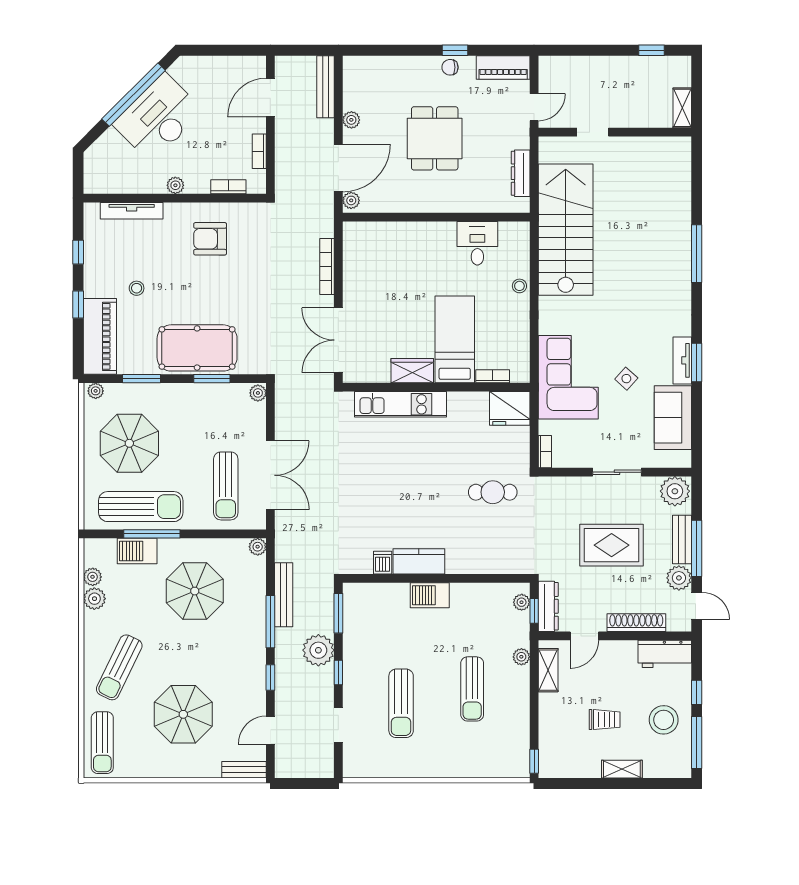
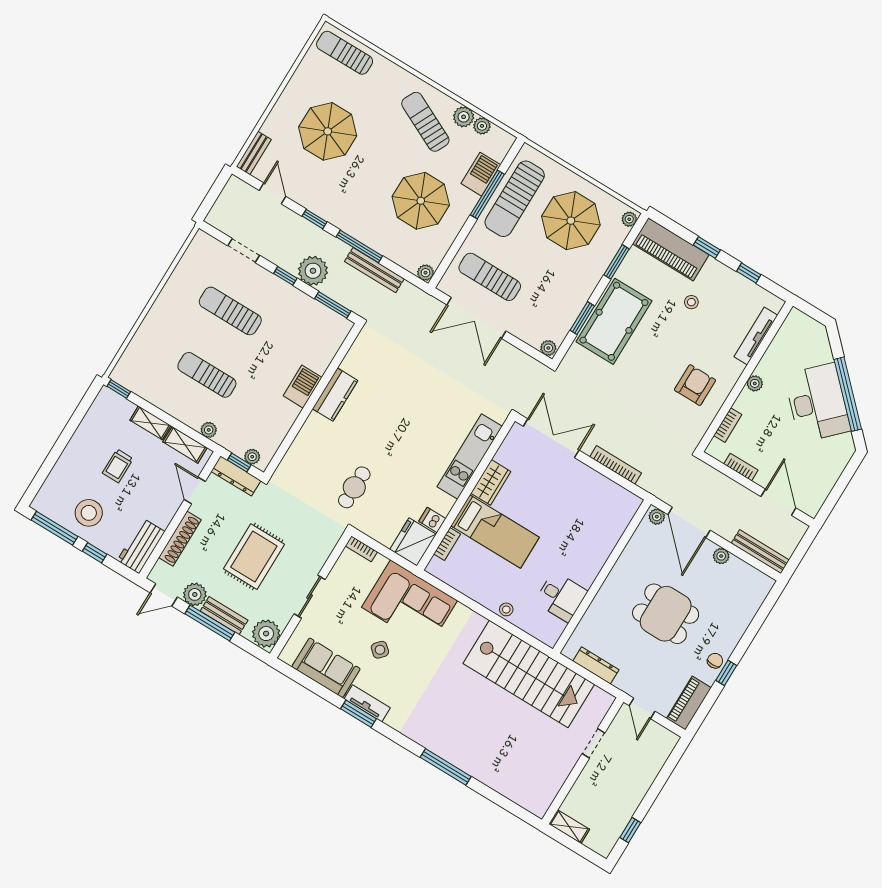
dishwasher: (383, 563) -> (432, 520), moved, turned 180
sun lounger: (119, 667) -> (425, 122), moved
shelving: (622, 769) -> (150, 423), moved, turned 90

